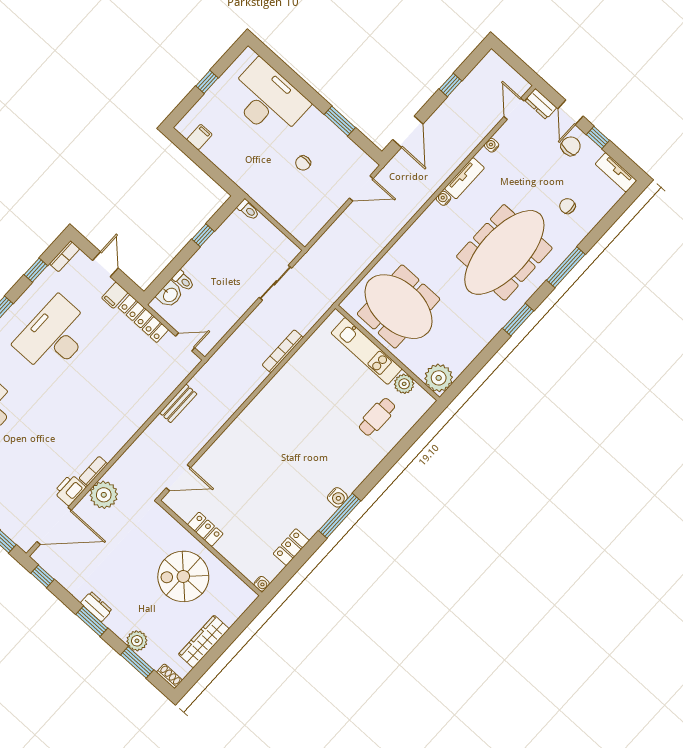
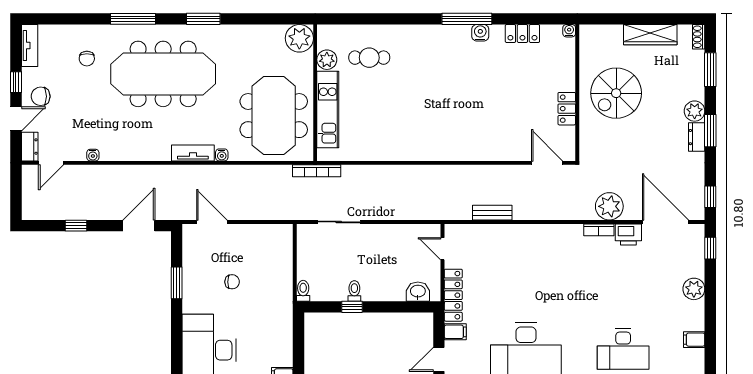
tv unit: (464, 178) -> (193, 153), moved
water cooler: (443, 198) -> (222, 155), moved
toilet: (183, 281) -> (354, 291), moved
bookcase: (283, 351) -> (317, 171), moved
water cooler: (337, 497) -> (480, 33), moved
spiral stairs: (183, 576) -> (616, 93), turned 90
plant: (137, 641) -> (695, 111), moved

